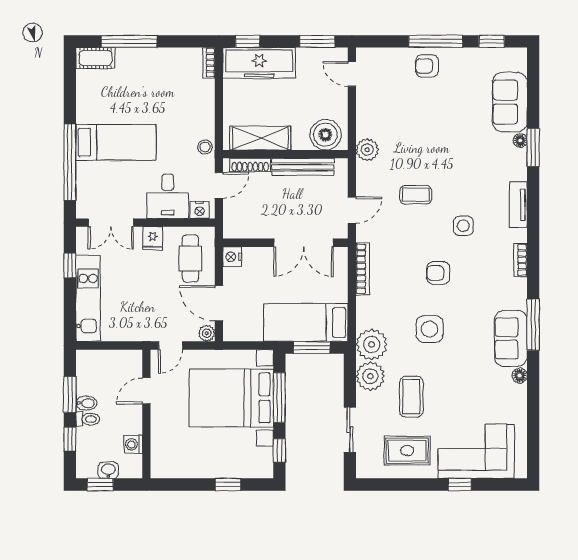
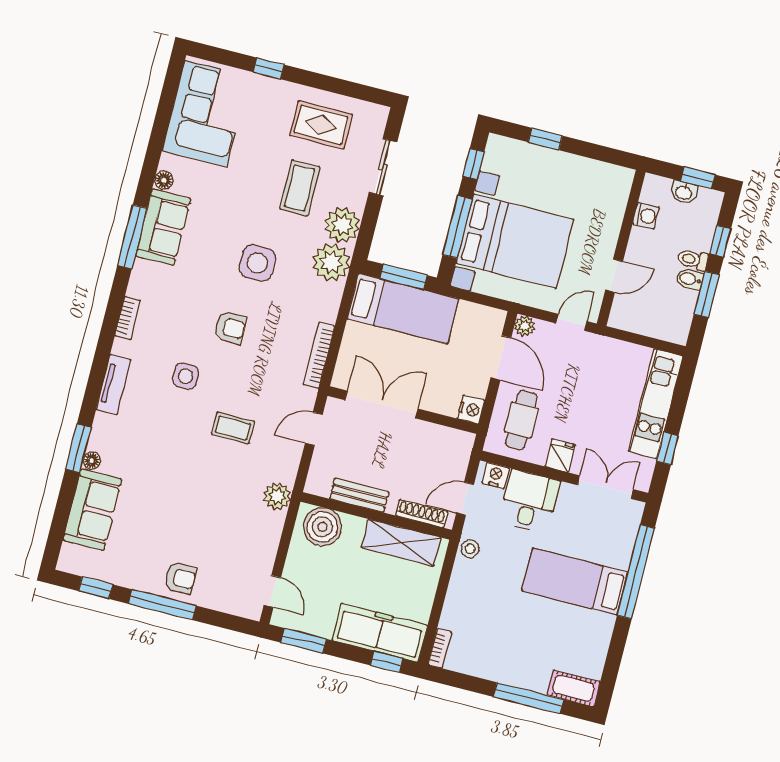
bench: (303, 167) -> (359, 495), width x0.73
corner sofa: (476, 451) -> (206, 114), moved, turned -90

